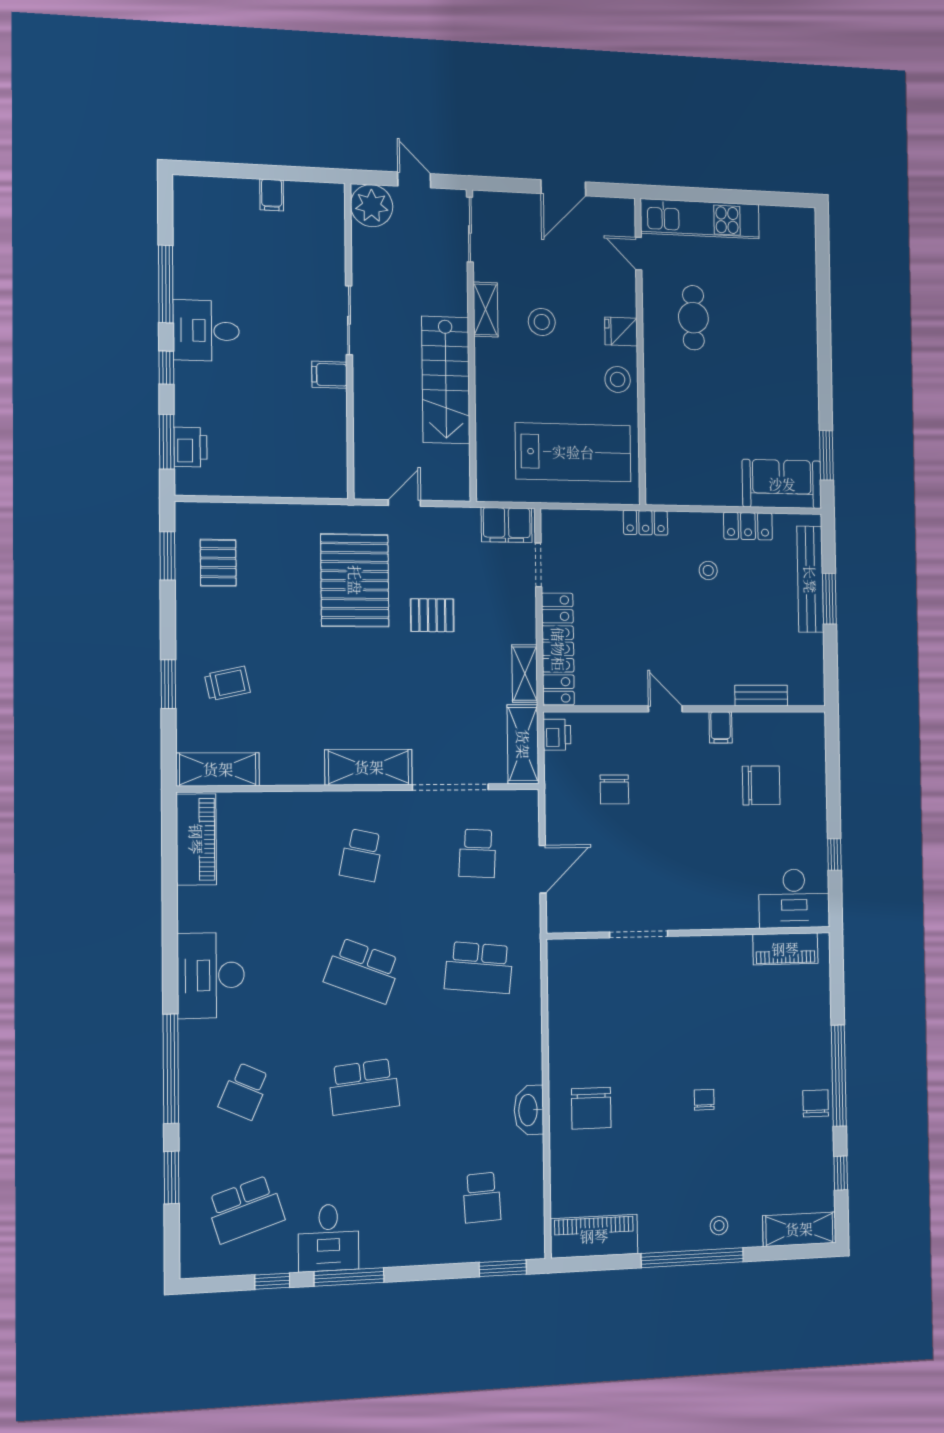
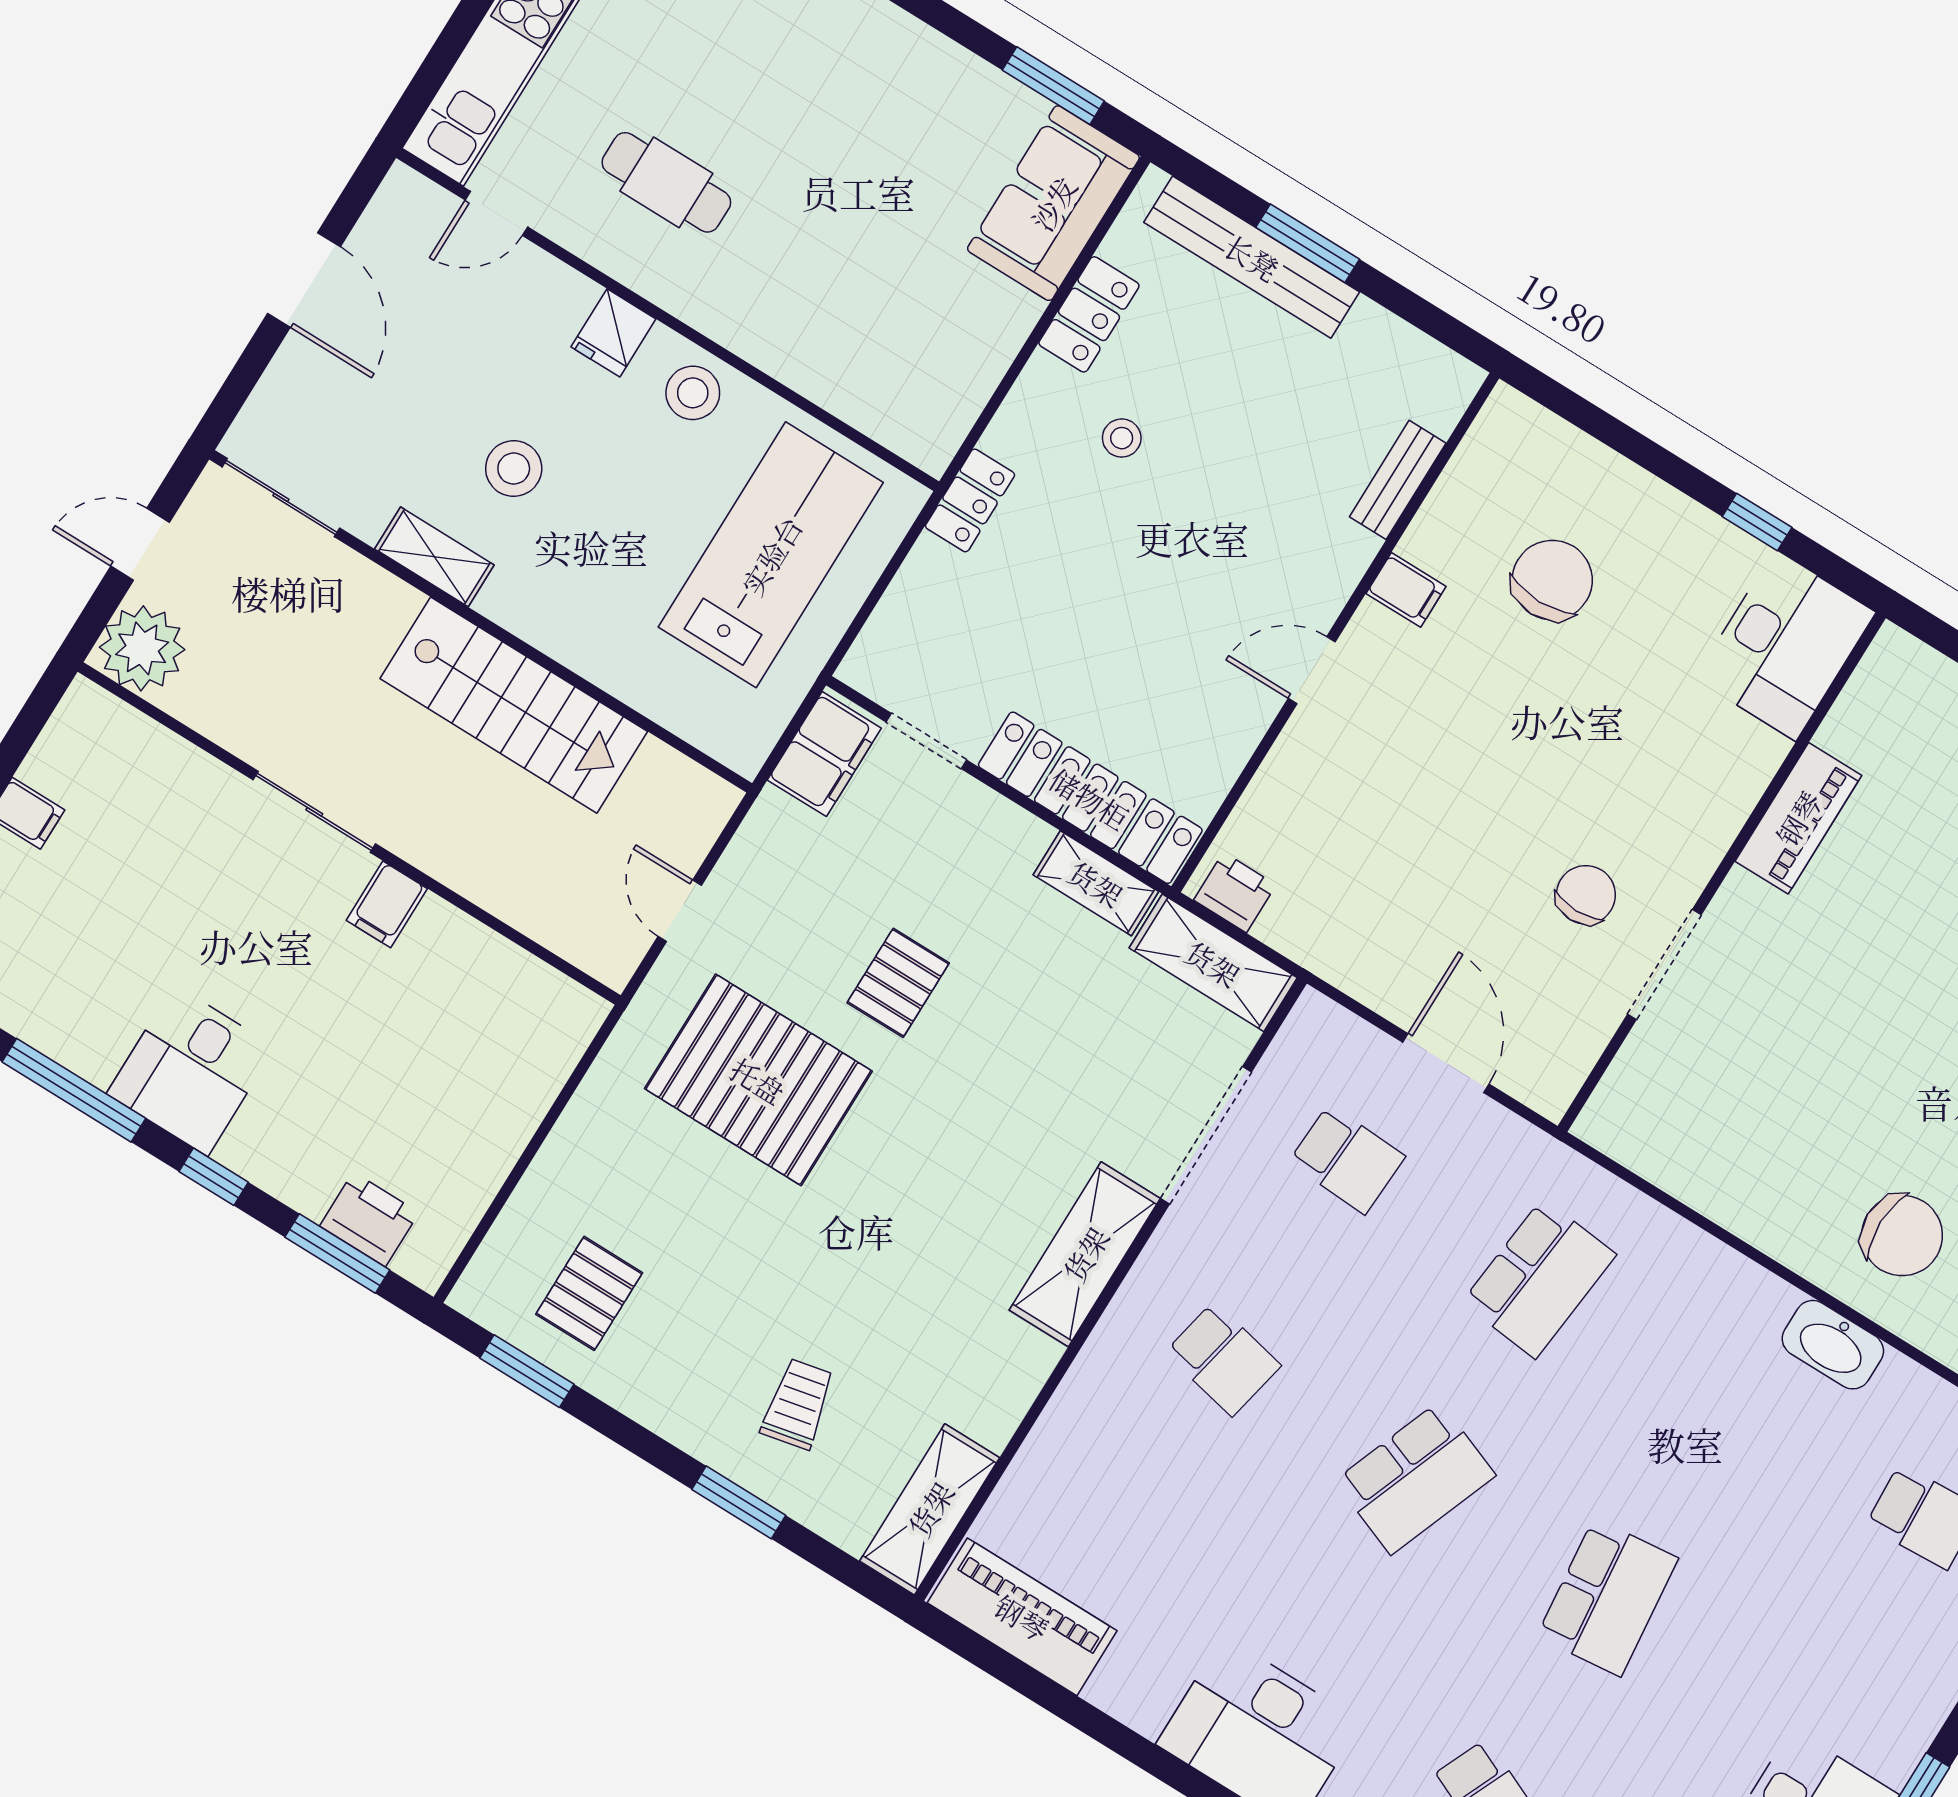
pallet: (218, 563) -> (589, 1293), turned 90
chair: (614, 789) -> (1586, 895), moved, turned -90
piano: (785, 949) -> (1798, 818), moved

